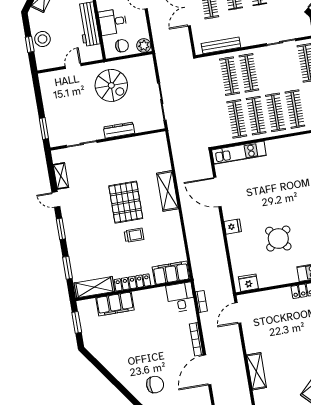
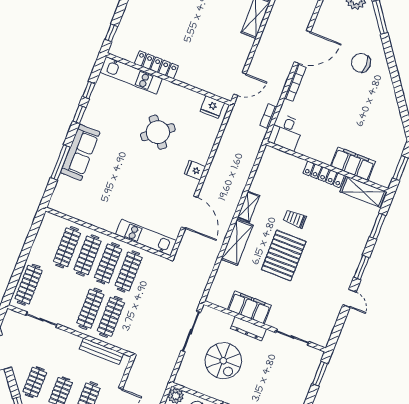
spiral stairs: (111, 85) -> (223, 361), moved, turned 180
shelving: (61, 176) -> (248, 207), moved
filing cabinet: (171, 273) -> (249, 308), moved, turned 180

